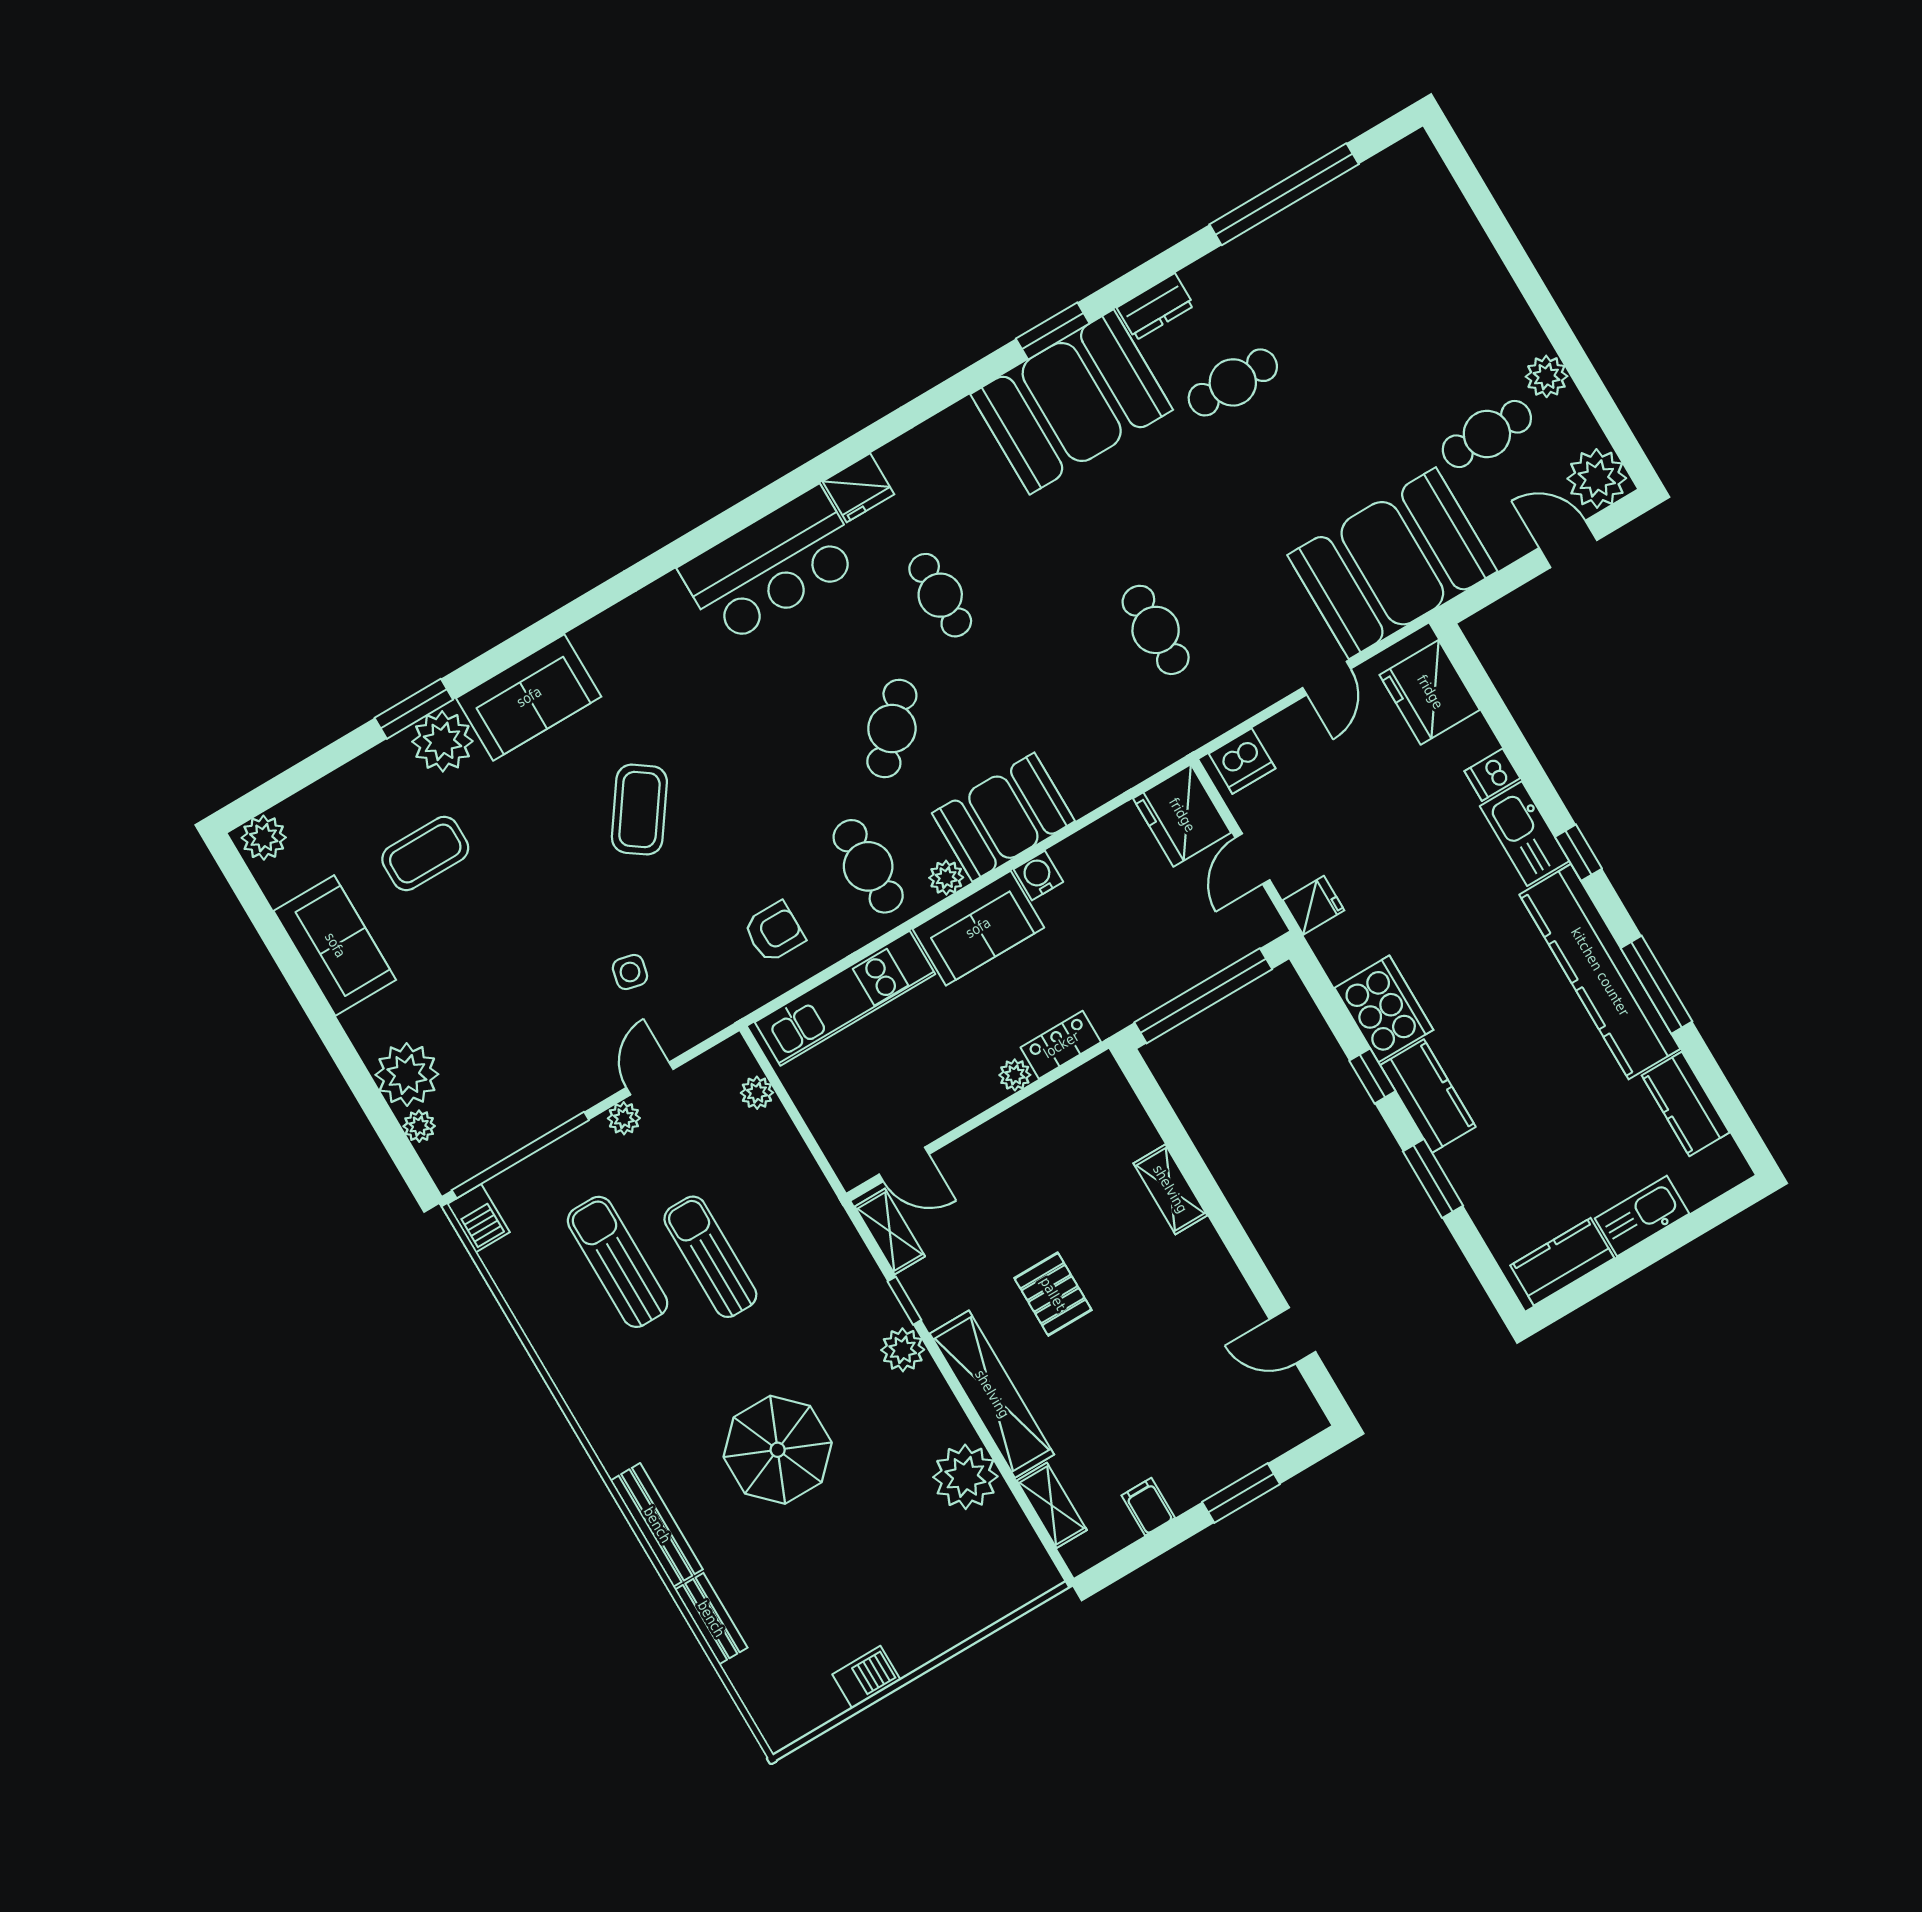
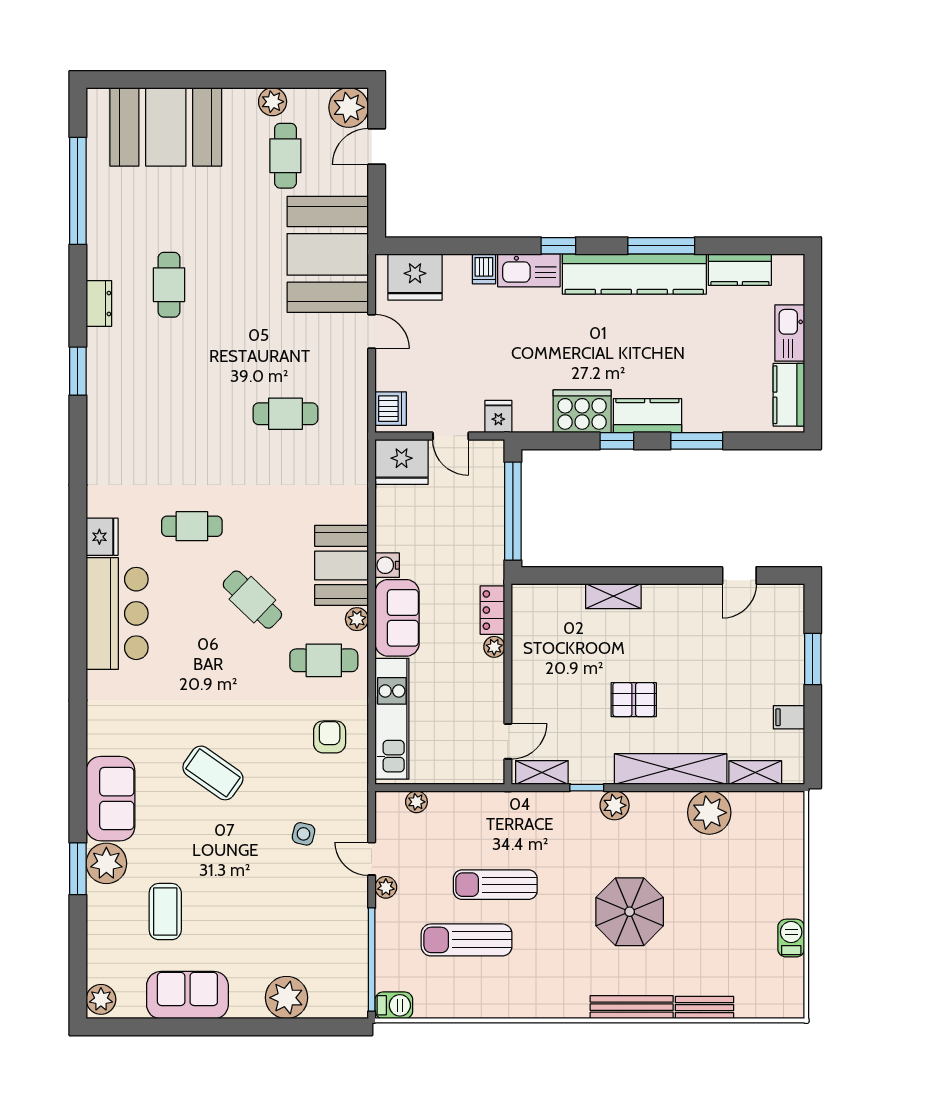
booth: (1072, 402) -> (166, 127), moved, turned 90
plant: (419, 1126) -> (320, 1008), removed

